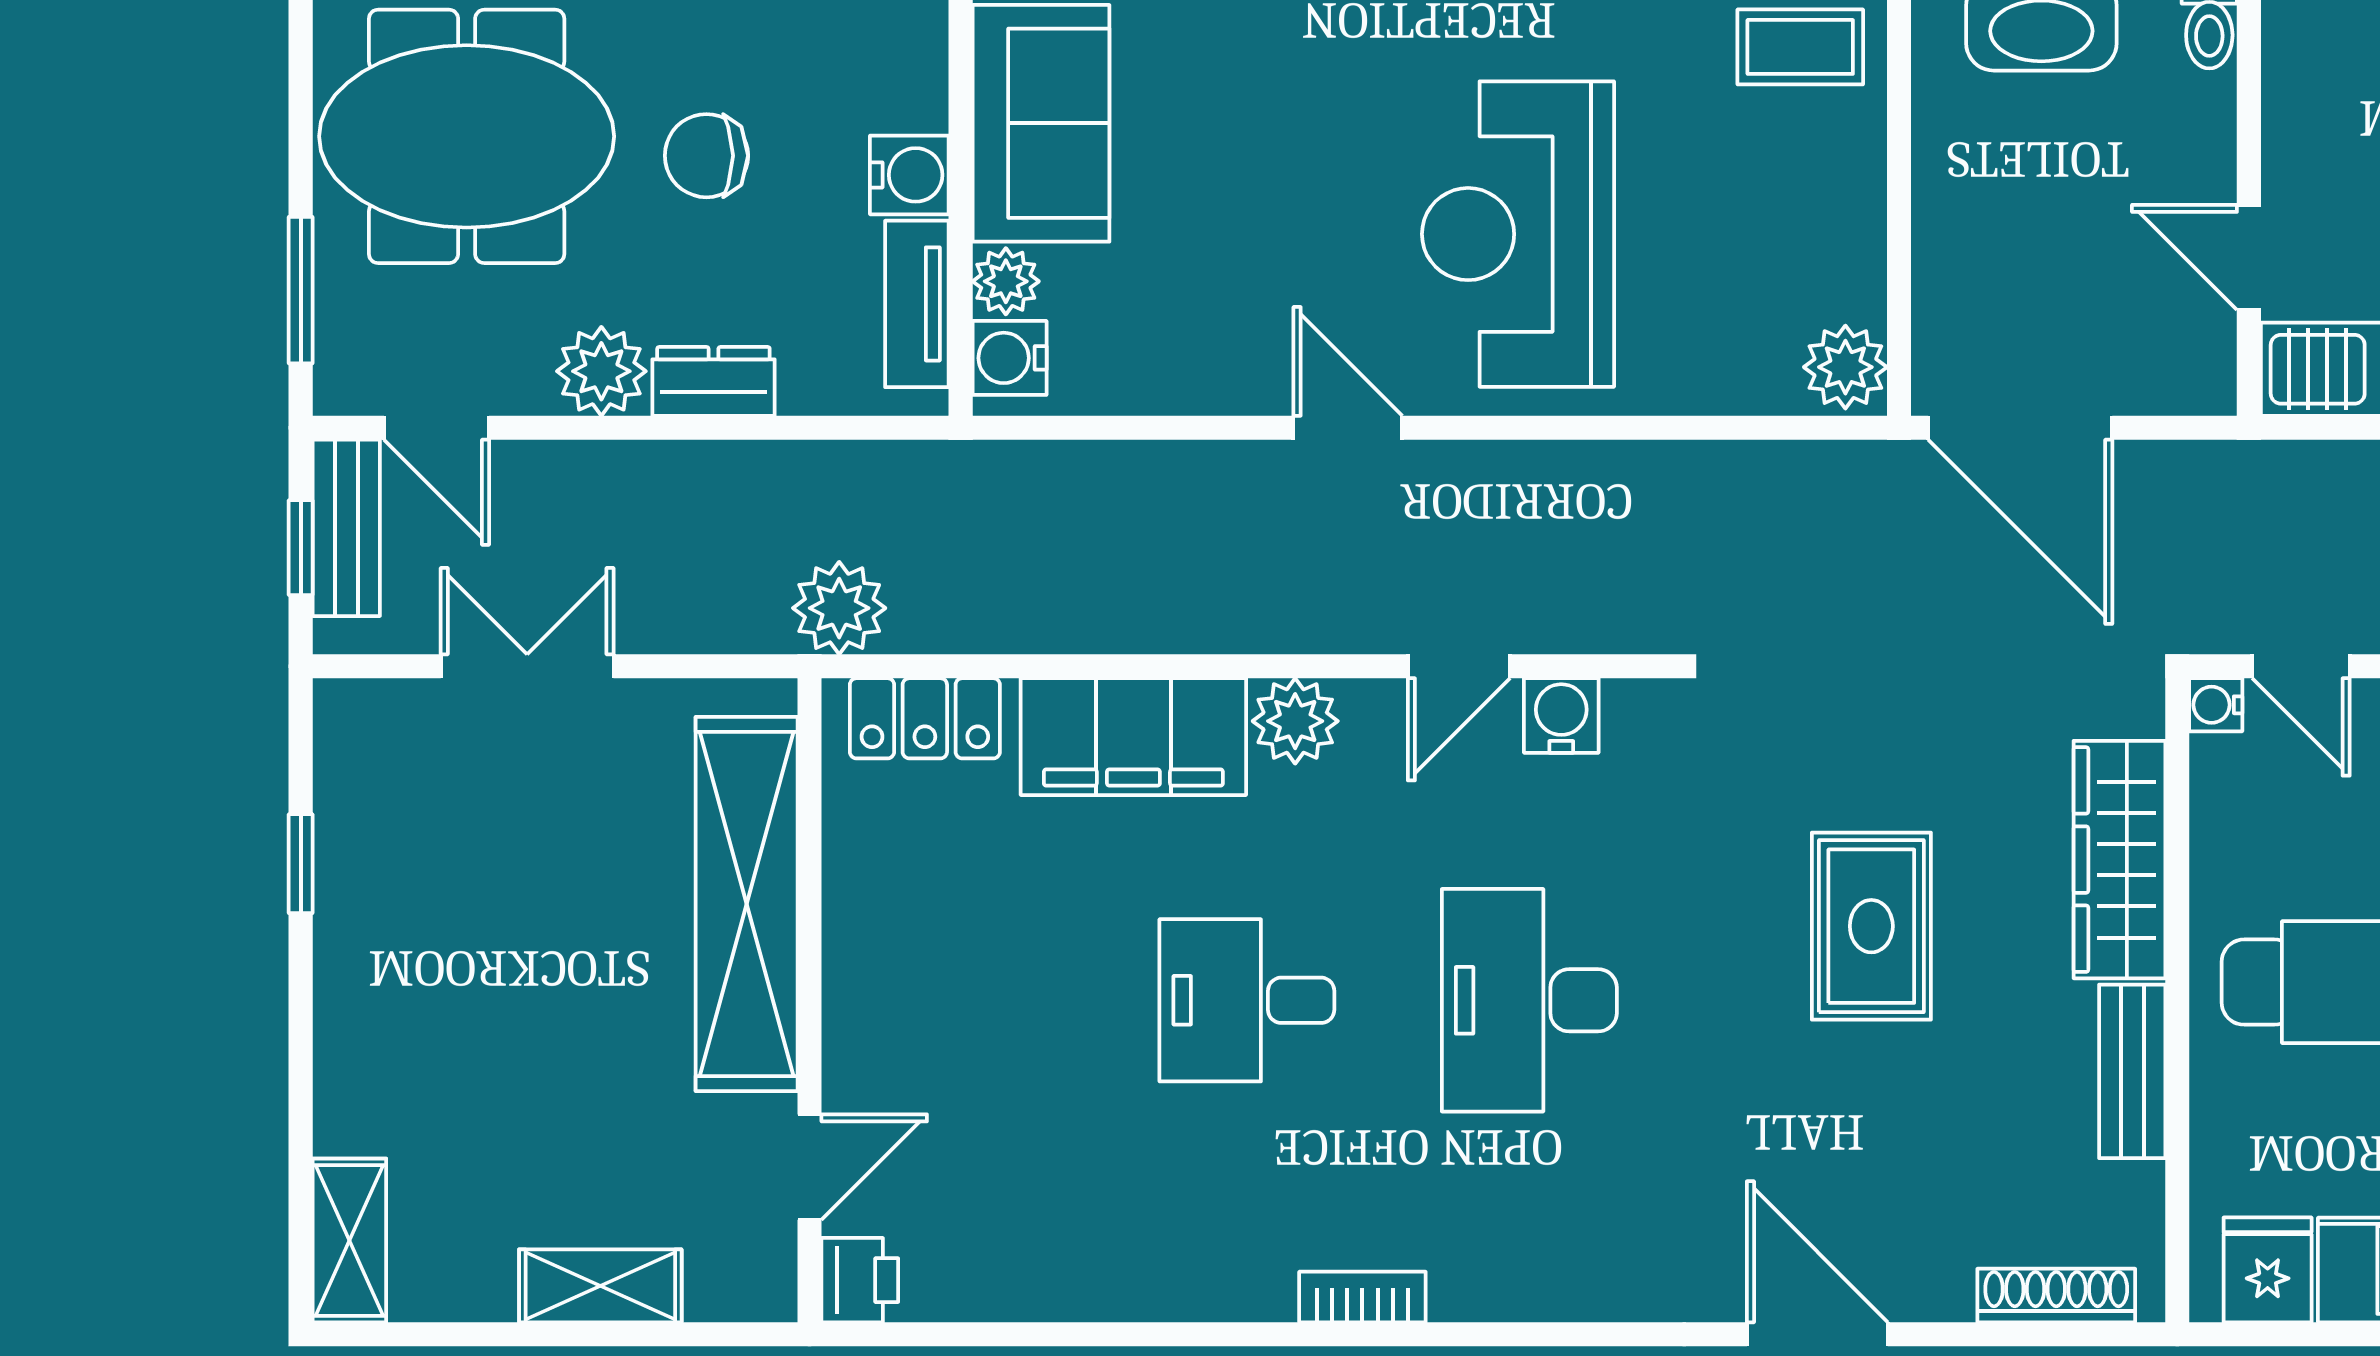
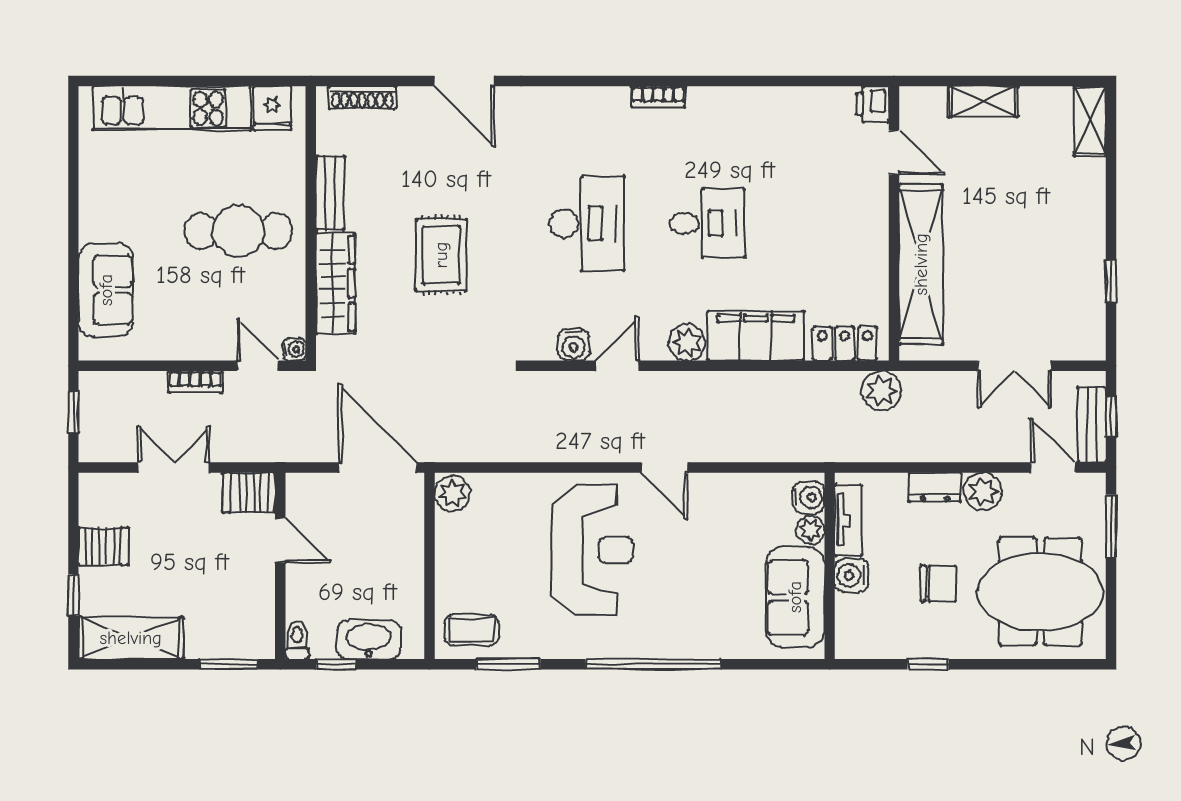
door: (810, 1167) -> (894, 152), swing flipped

